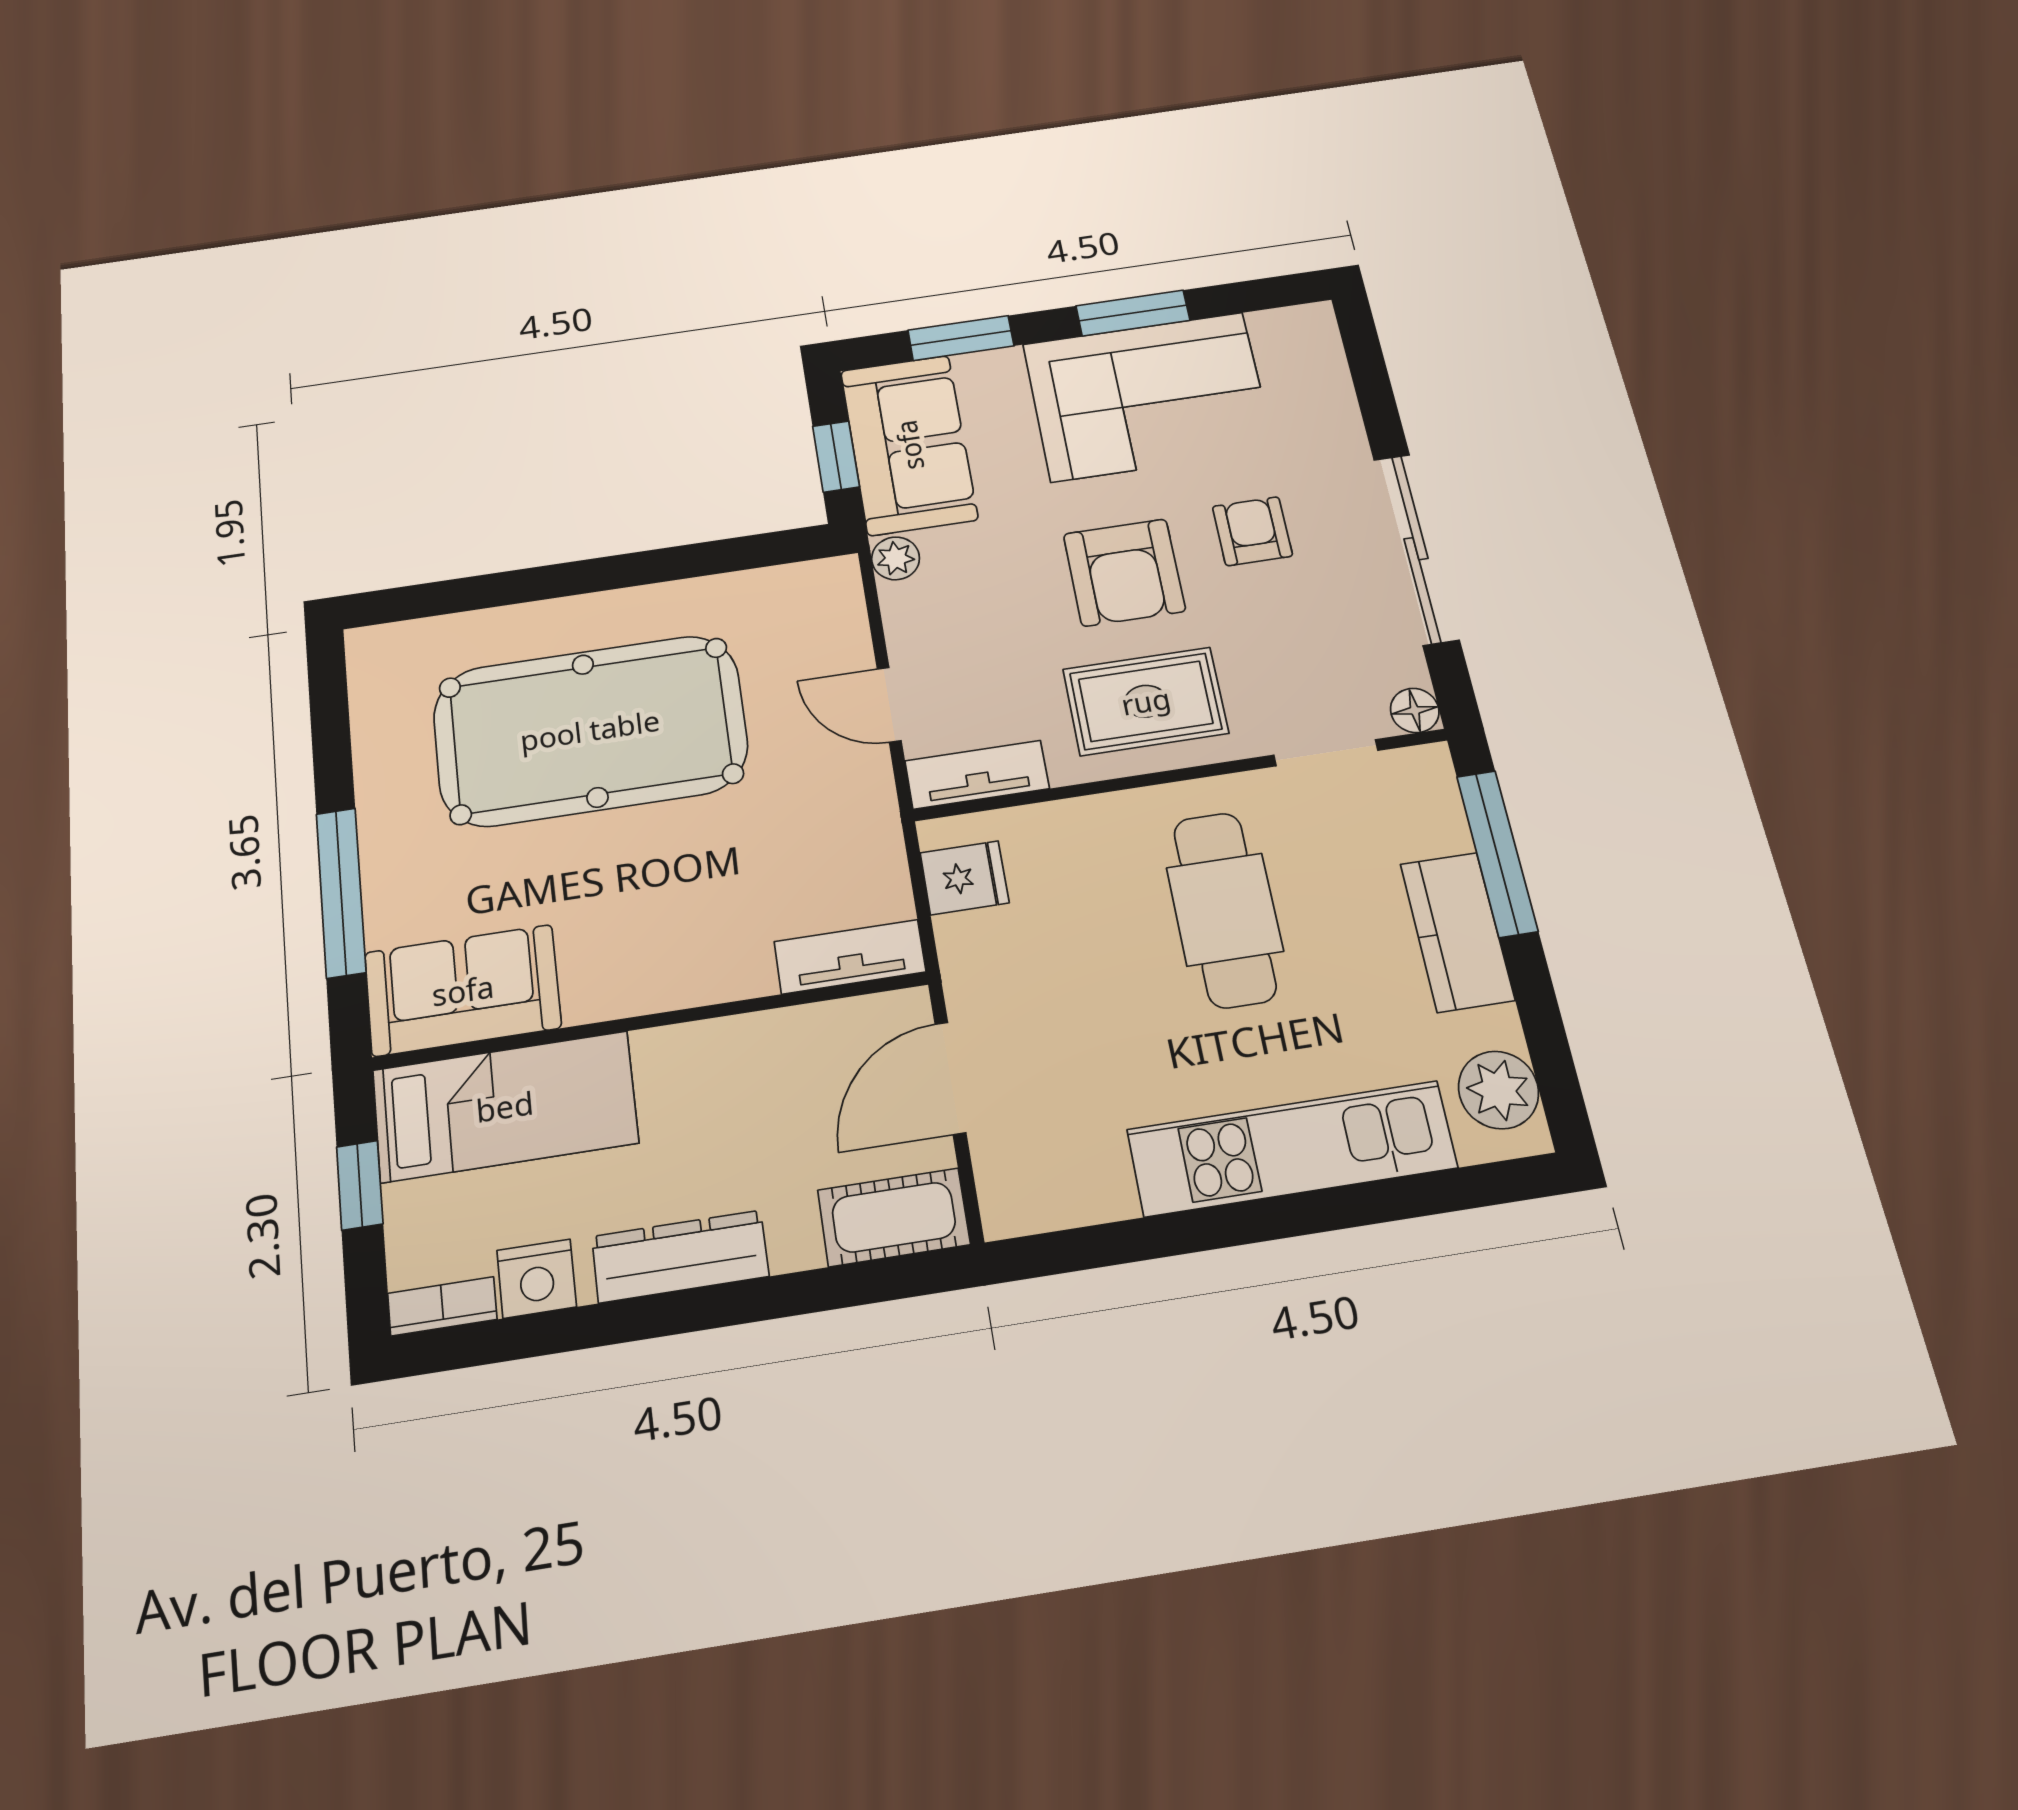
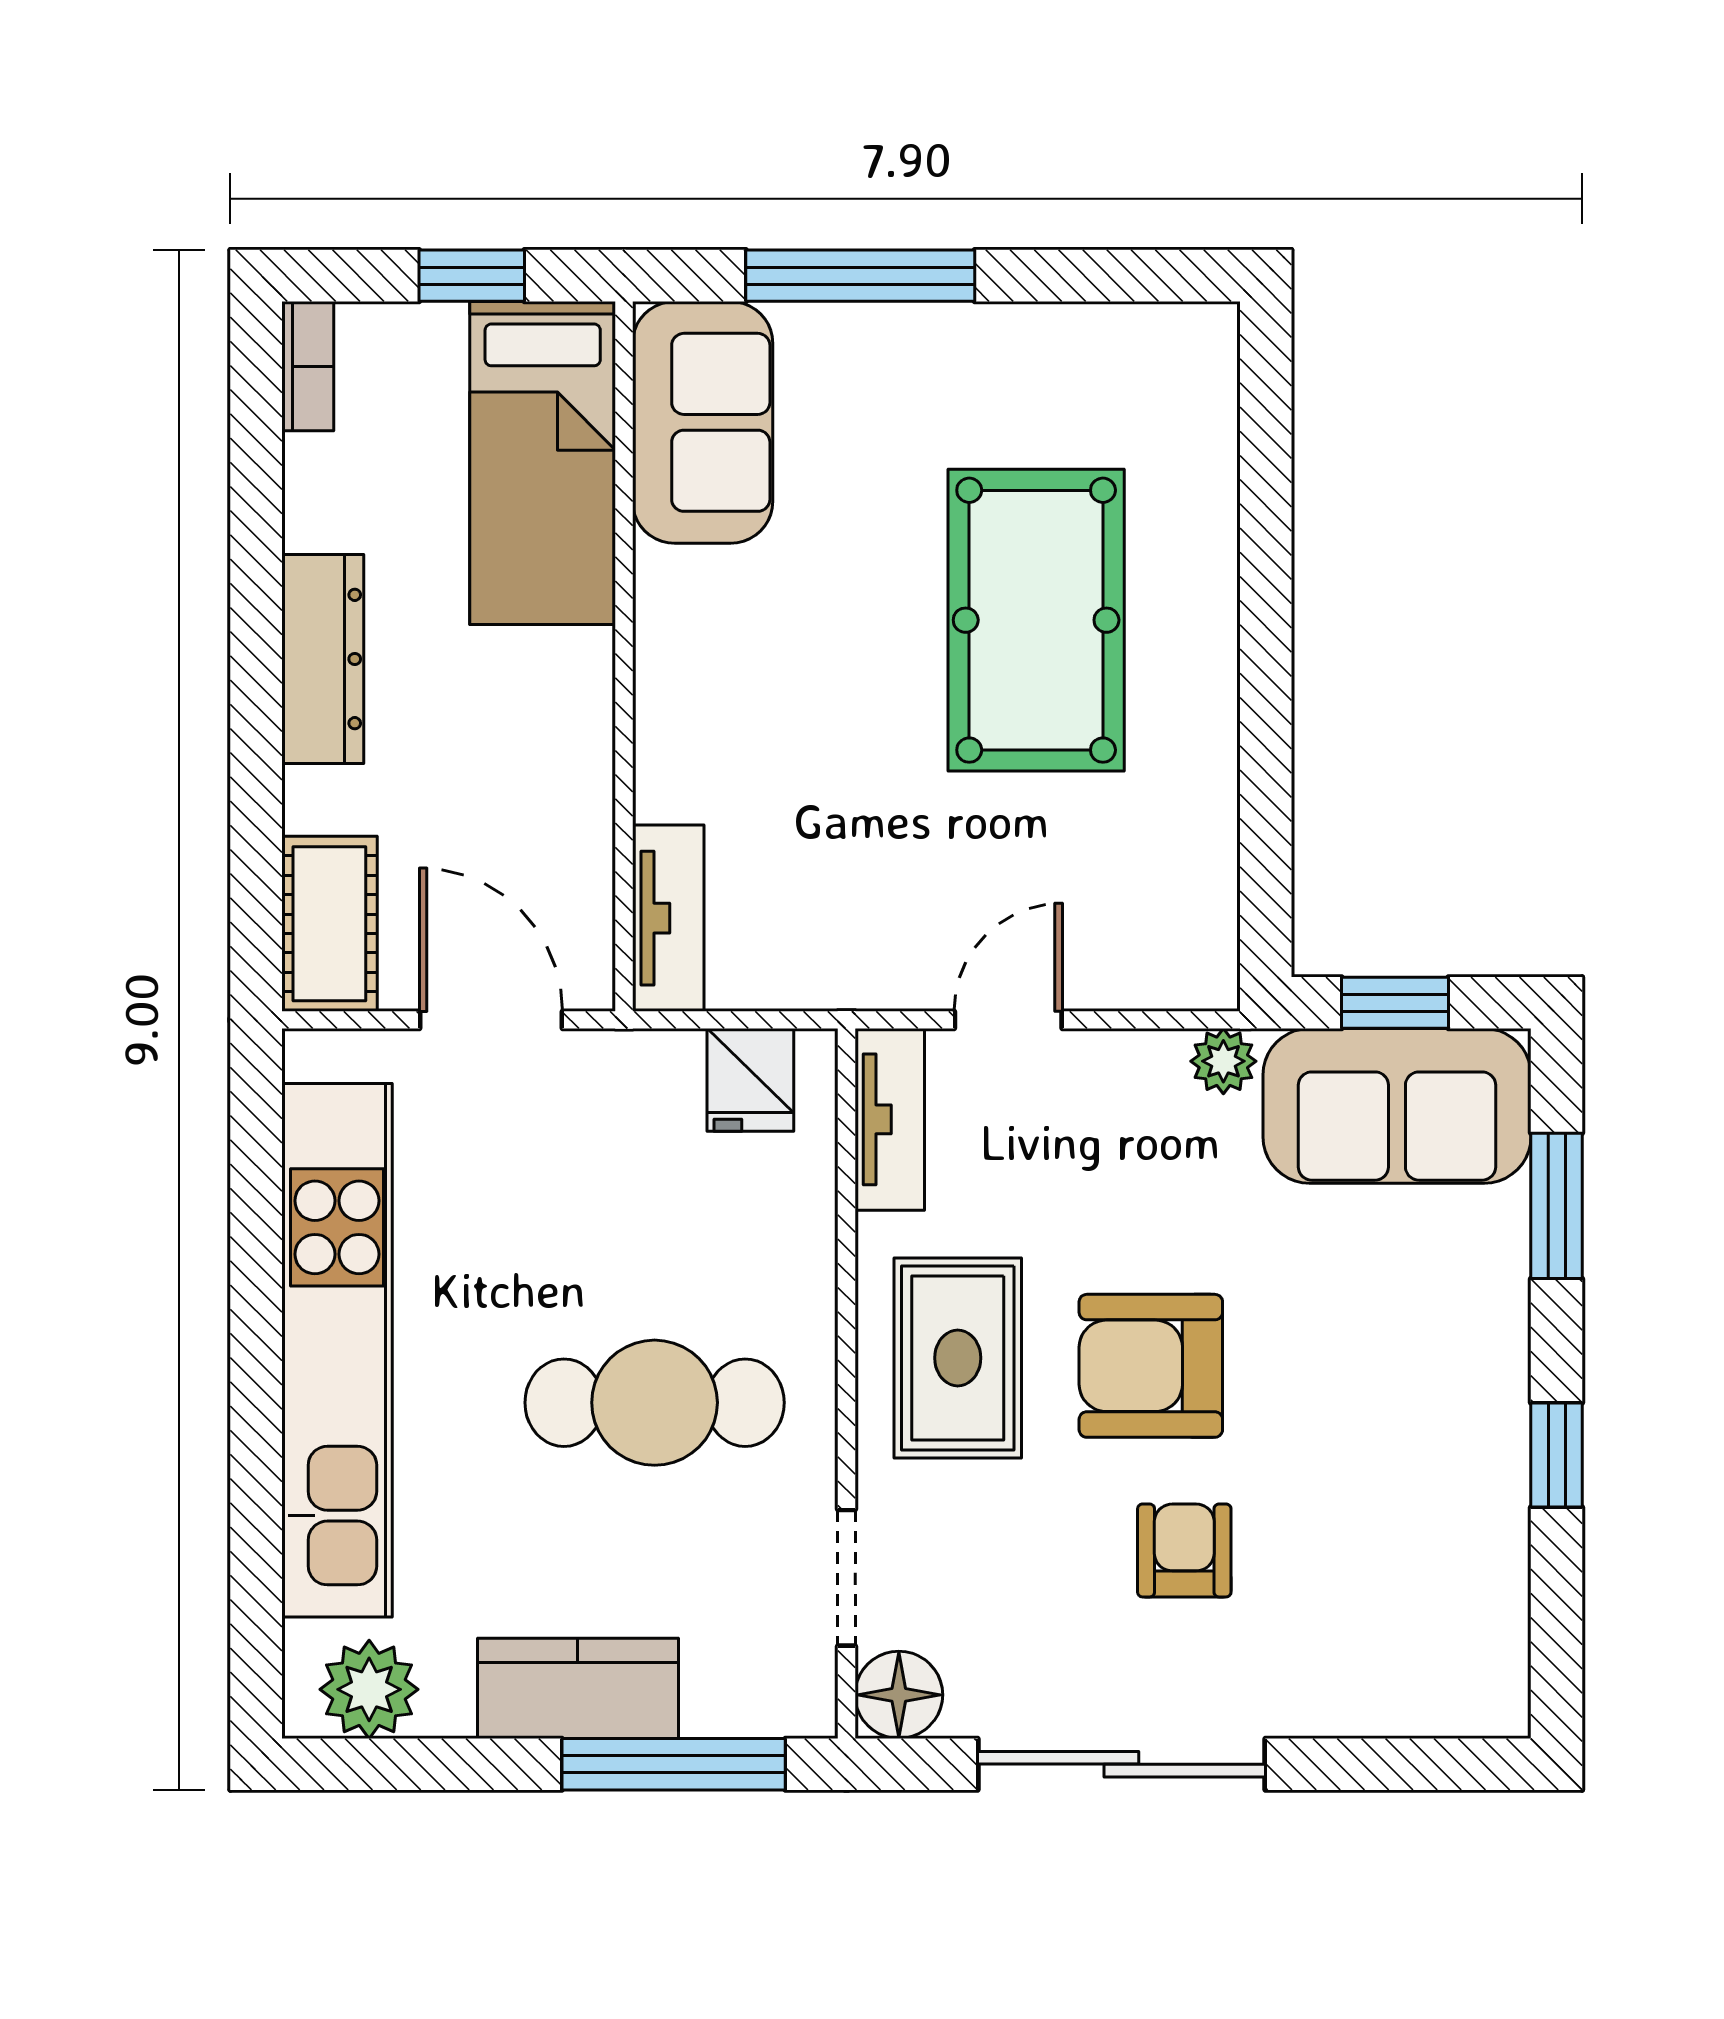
window: (1133, 313) -> (1557, 1455), width x0.67
corner sofa: (1148, 396) -> (1418, 1450), removed
armchair: (1252, 531) -> (1184, 1550), turned -90
floor lamp: (1415, 710) -> (899, 1695), width x1.37, depth x1.37
pool table: (590, 730) -> (1036, 620), width x0.73, depth x0.76
kitchen unit: (1292, 1149) -> (337, 1350), width x1.36
nightstand: (537, 1279) -> (323, 483), removed

